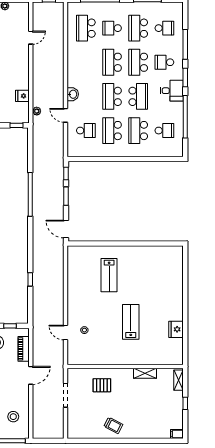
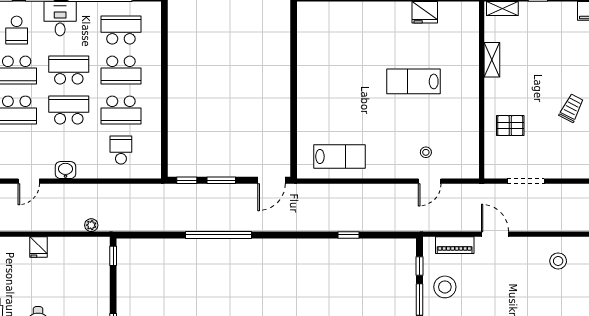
fridge: (22, 96) -> (38, 247), moved
school desk: (112, 96) -> (69, 110), turned 180
door: (66, 115) -> (29, 181), moved
school desk: (164, 131) -> (121, 30), width x1.85
lab bench: (109, 275) -> (339, 157), moved
pallet: (102, 385) -> (510, 126), turned 90

